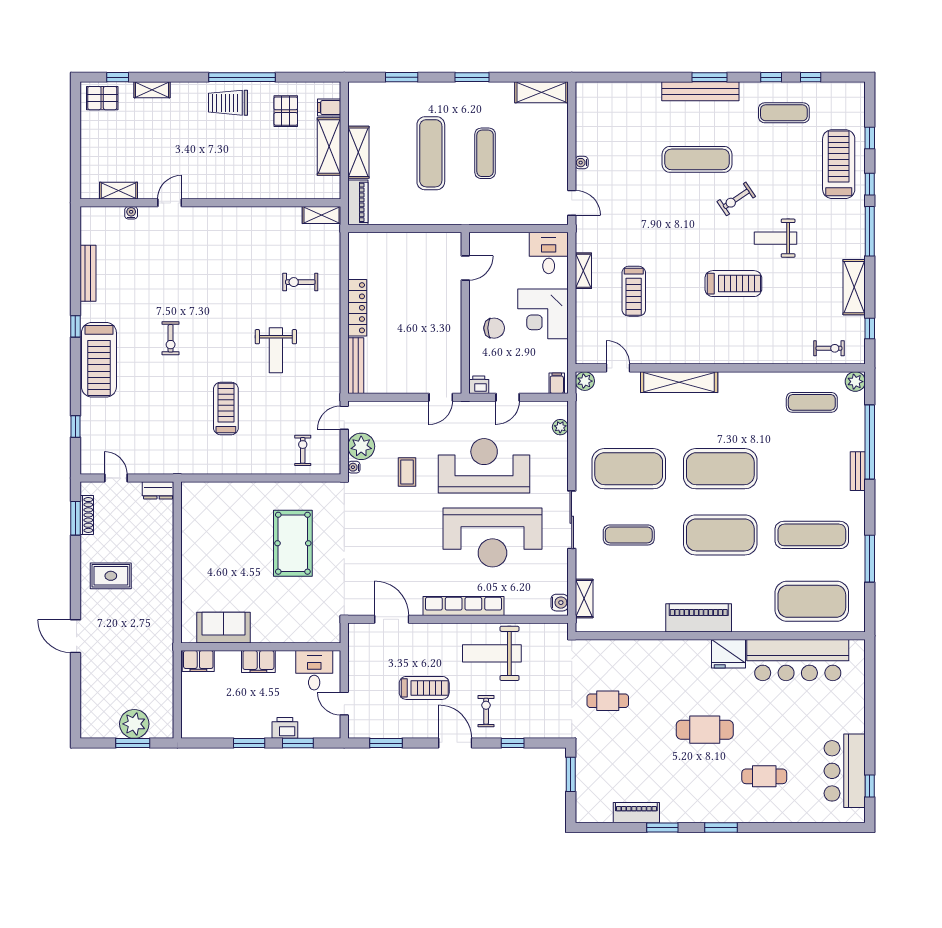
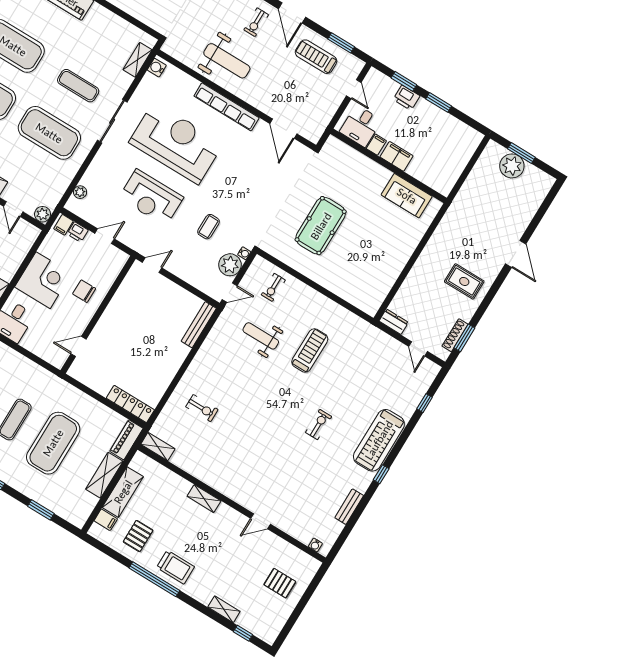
pallet: (102, 98) -> (280, 583), moved
exercise mat: (431, 153) -> (53, 443), width x1.47
shelving: (118, 191) -> (204, 499), moved
water cooler: (131, 213) -> (315, 545), moved
bench: (88, 273) -> (349, 507), width x0.73
locker: (357, 308) -> (130, 404), moved, turned 90
weight bench: (276, 350) -> (261, 336), moved, turned -90
treadmill: (99, 360) -> (379, 440), turned 180
printer: (479, 385) -> (78, 232), moved
treadmill: (226, 408) -> (310, 351), turned 180
reception desk: (484, 466) -> (151, 198), width x0.74, depth x0.77
filing cabinet: (198, 661) -> (376, 145), moved, width x0.50
treadmill: (424, 688) -> (316, 57), moved

